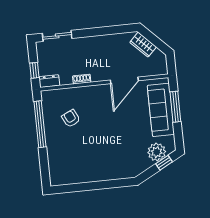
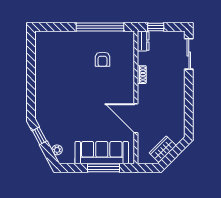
wardrobe: (143, 45) -> (163, 149), moved
armchair: (71, 118) -> (102, 59), turned 116
plant: (157, 152) -> (57, 150), width x0.53, depth x0.53
window: (164, 163) -> (39, 136), moved

